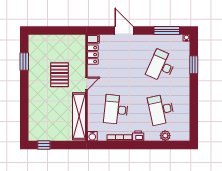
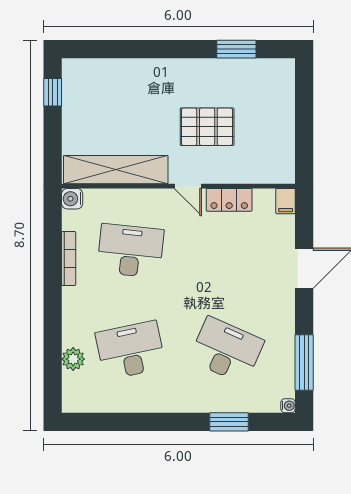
locker: (93, 55) -> (229, 200), moved
printer: (138, 136) -> (73, 299), removed

